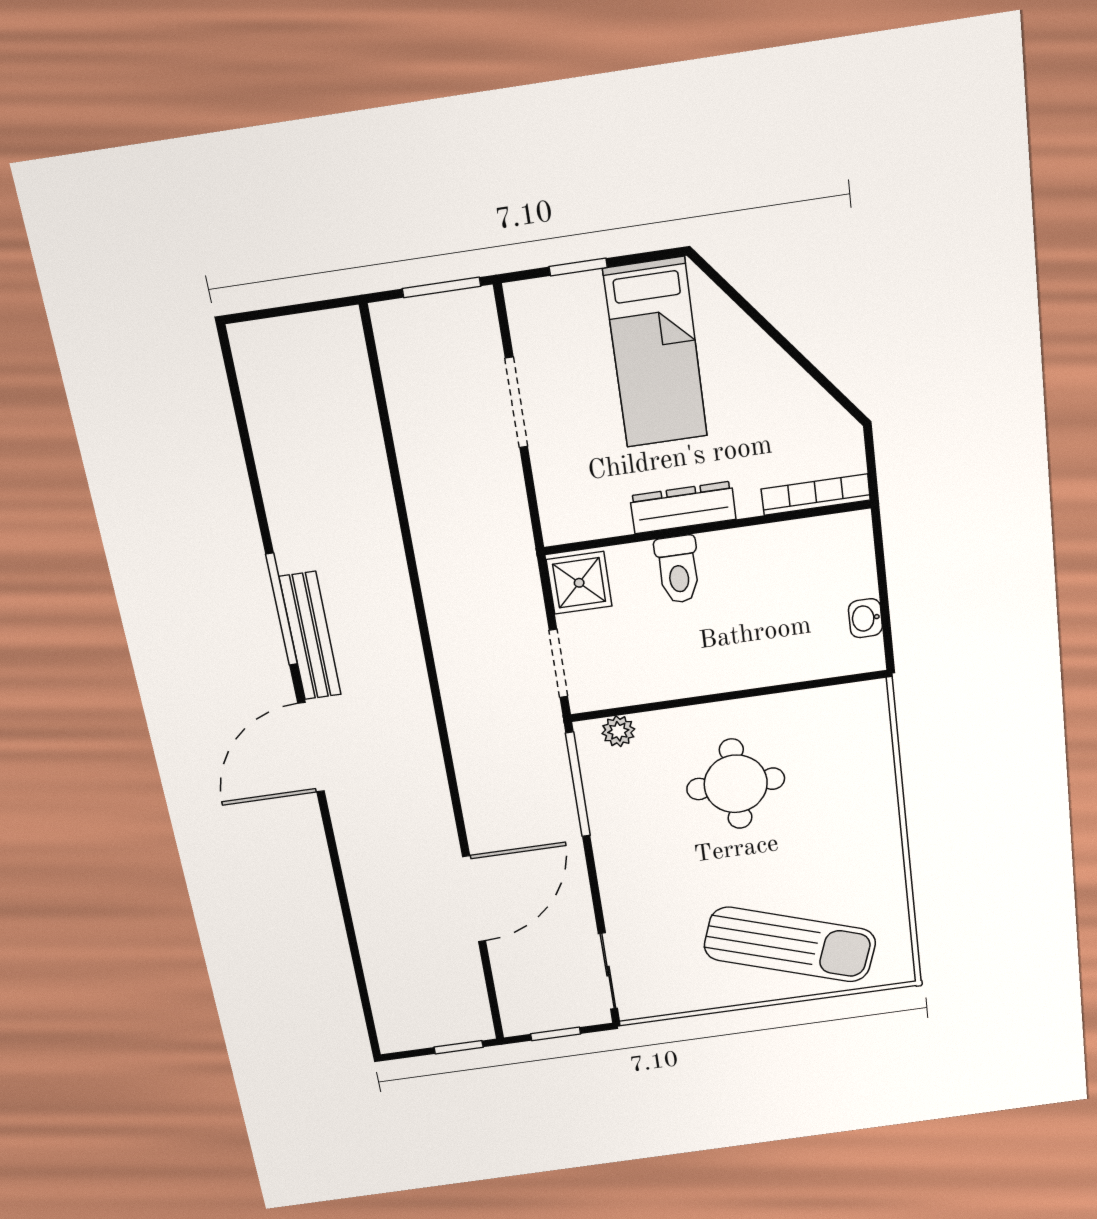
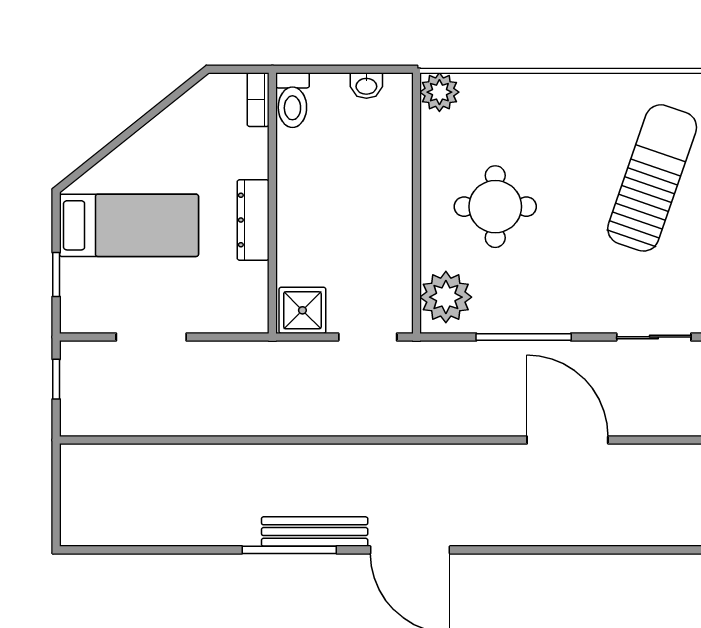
window: (442, 287) -> (56, 379), width x0.67
bookcase: (816, 495) -> (258, 100), width x0.64
toilet: (678, 570) -> (292, 100), moved, turned 90
plant: (866, 703) -> (439, 92), added
plant: (618, 731) -> (446, 297), width x1.87, depth x1.87
window: (578, 785) -> (524, 337), moved

